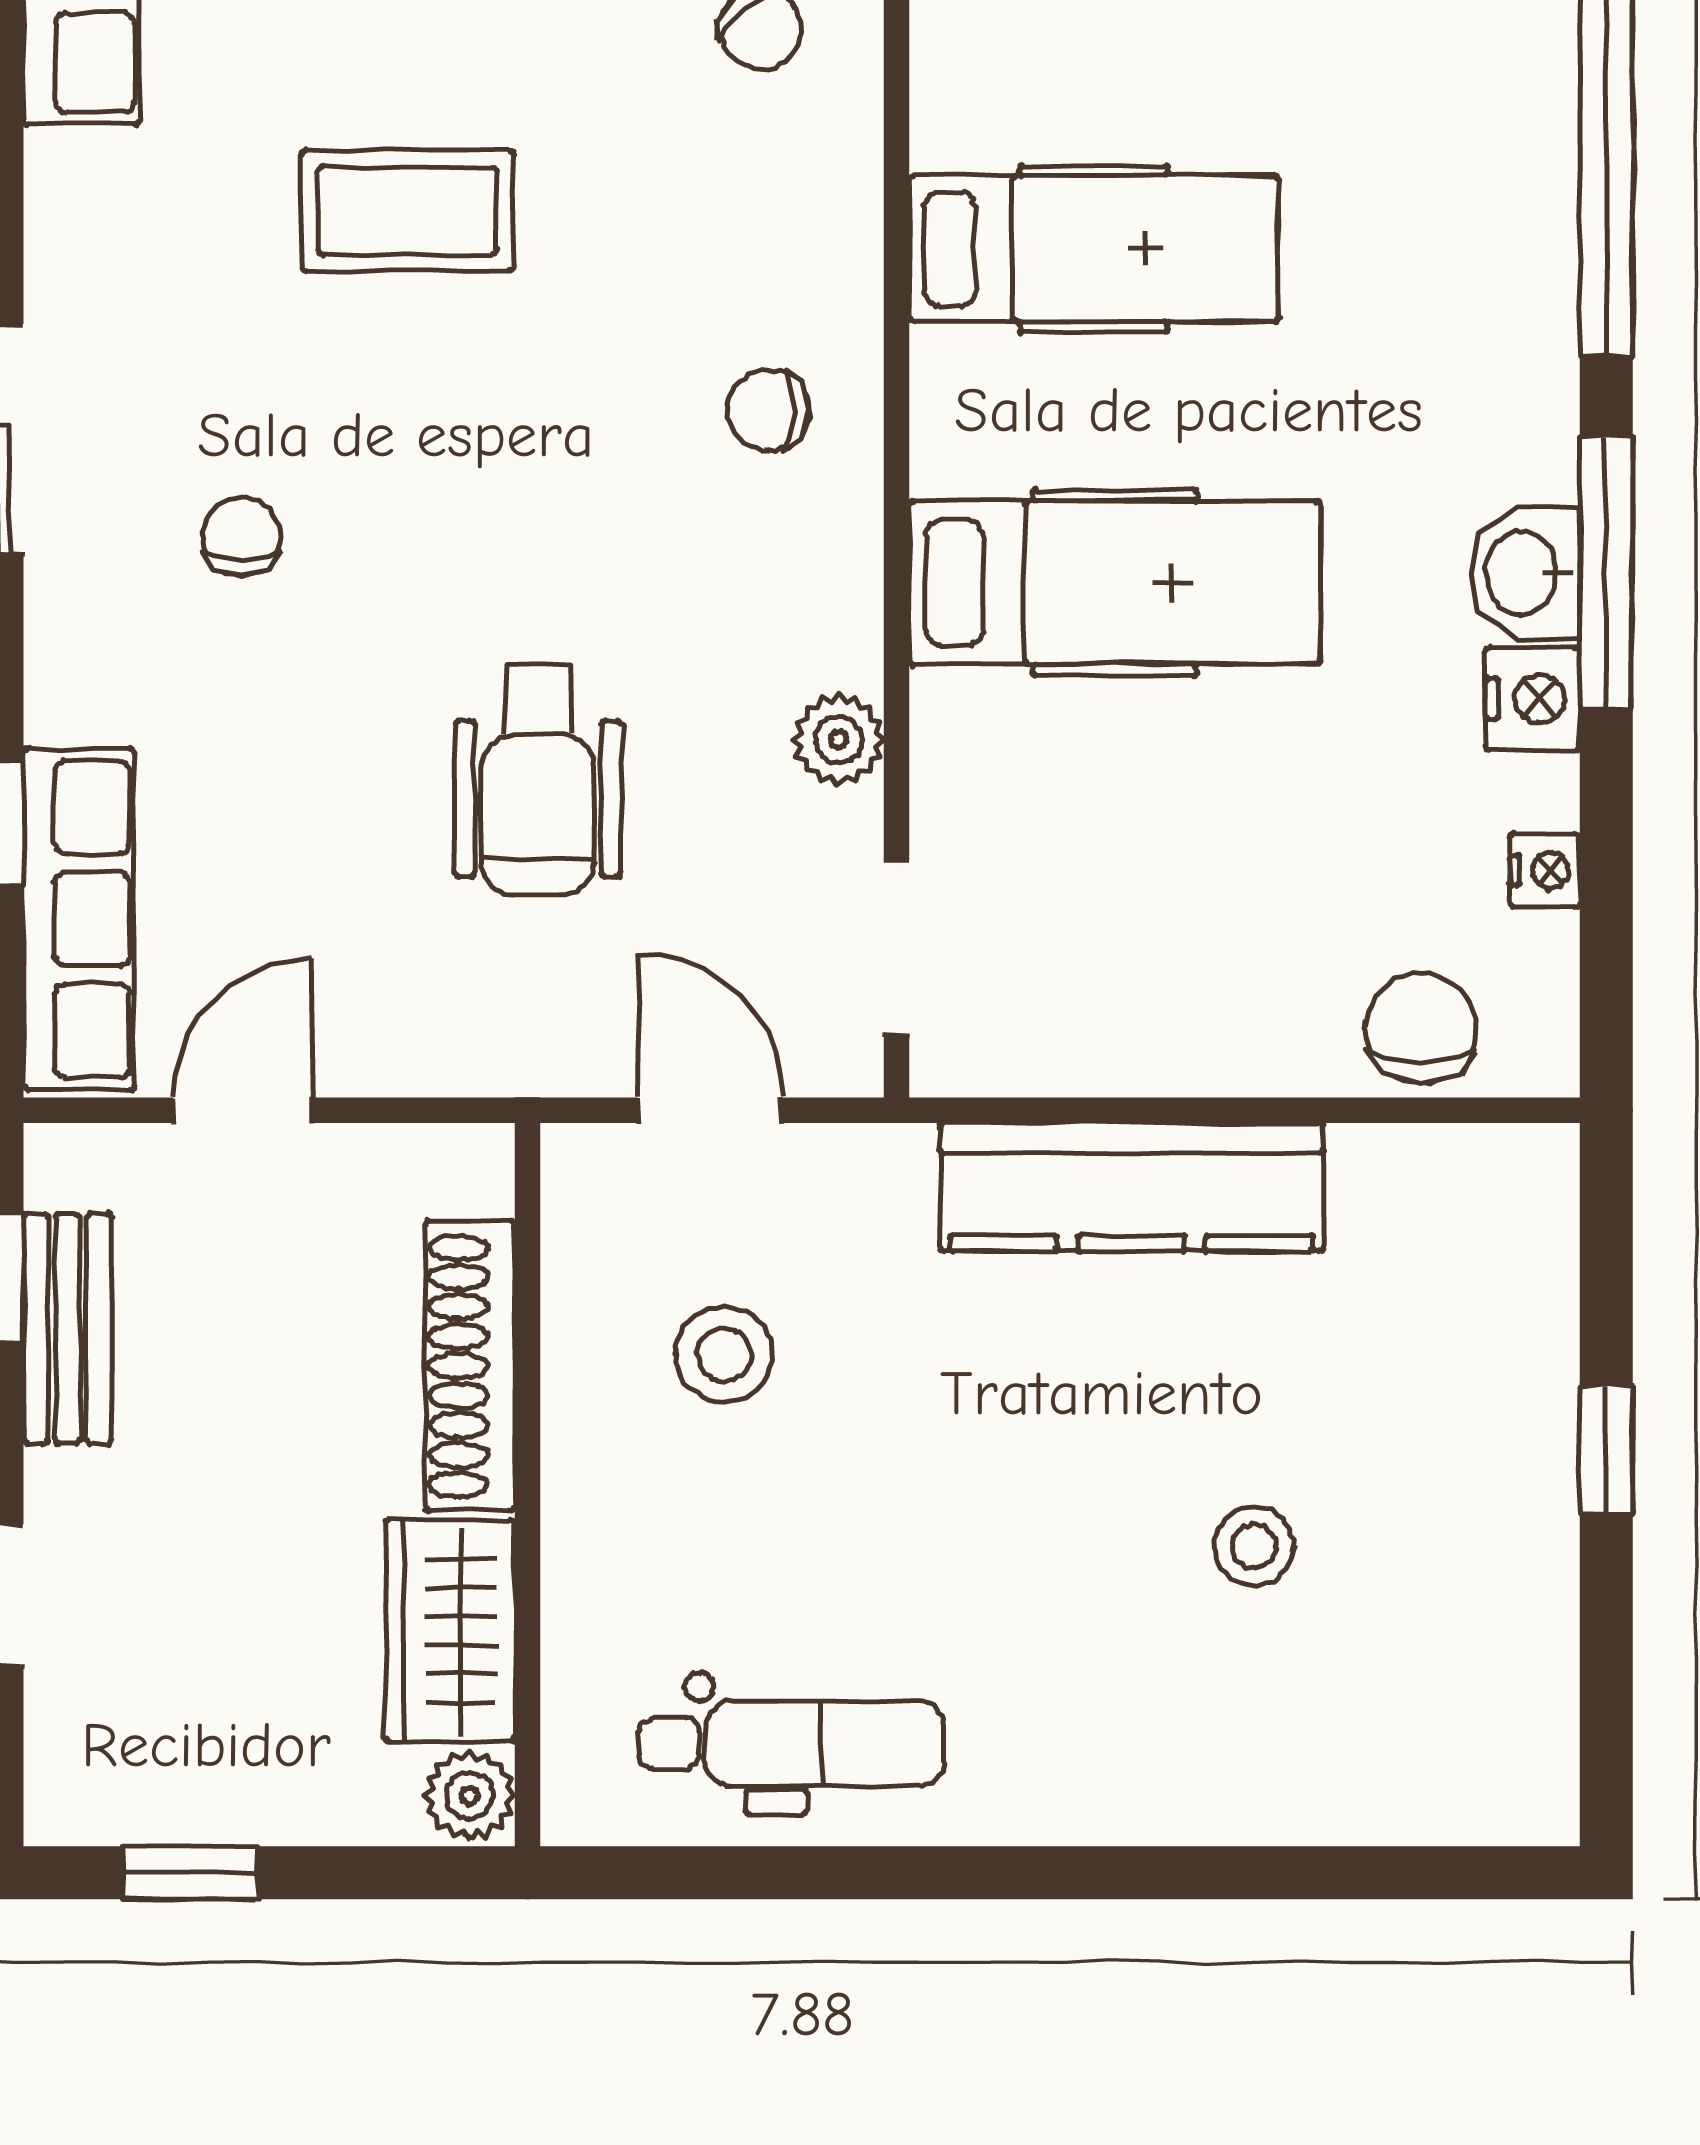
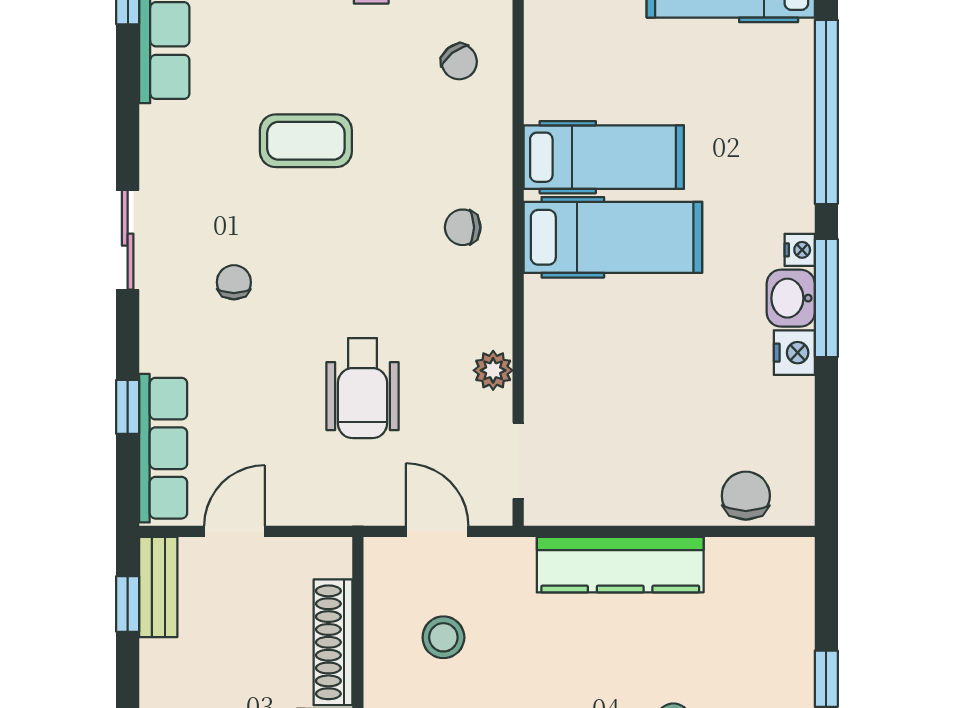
hospital bed: (1115, 583) -> (613, 237), moved
nightstand: (1545, 870) -> (800, 250), moved
bench: (67, 1328) -> (158, 587), moved

